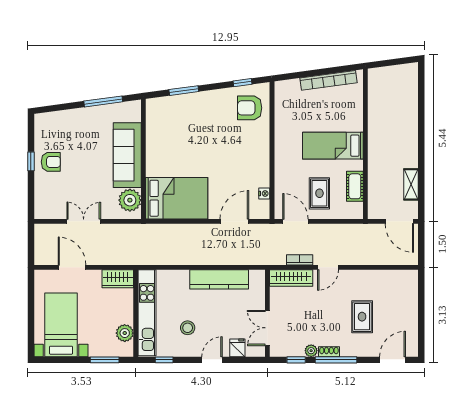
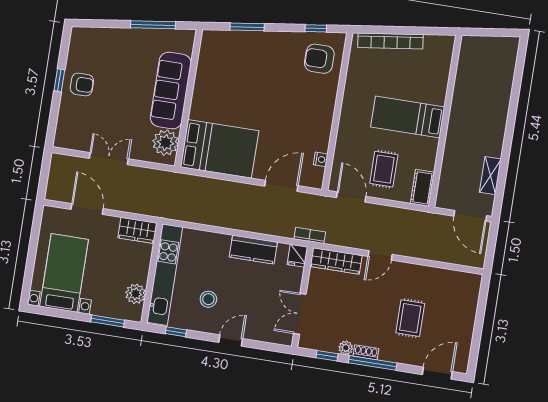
bookcase: (328, 80) -> (390, 41), moved
cot: (355, 186) -> (422, 188), moved
bookcase: (300, 260) -> (310, 236), moved
kitchen counter: (219, 279) -> (253, 250), width x0.67
fridge: (237, 348) -> (297, 256), moved, turned 180

